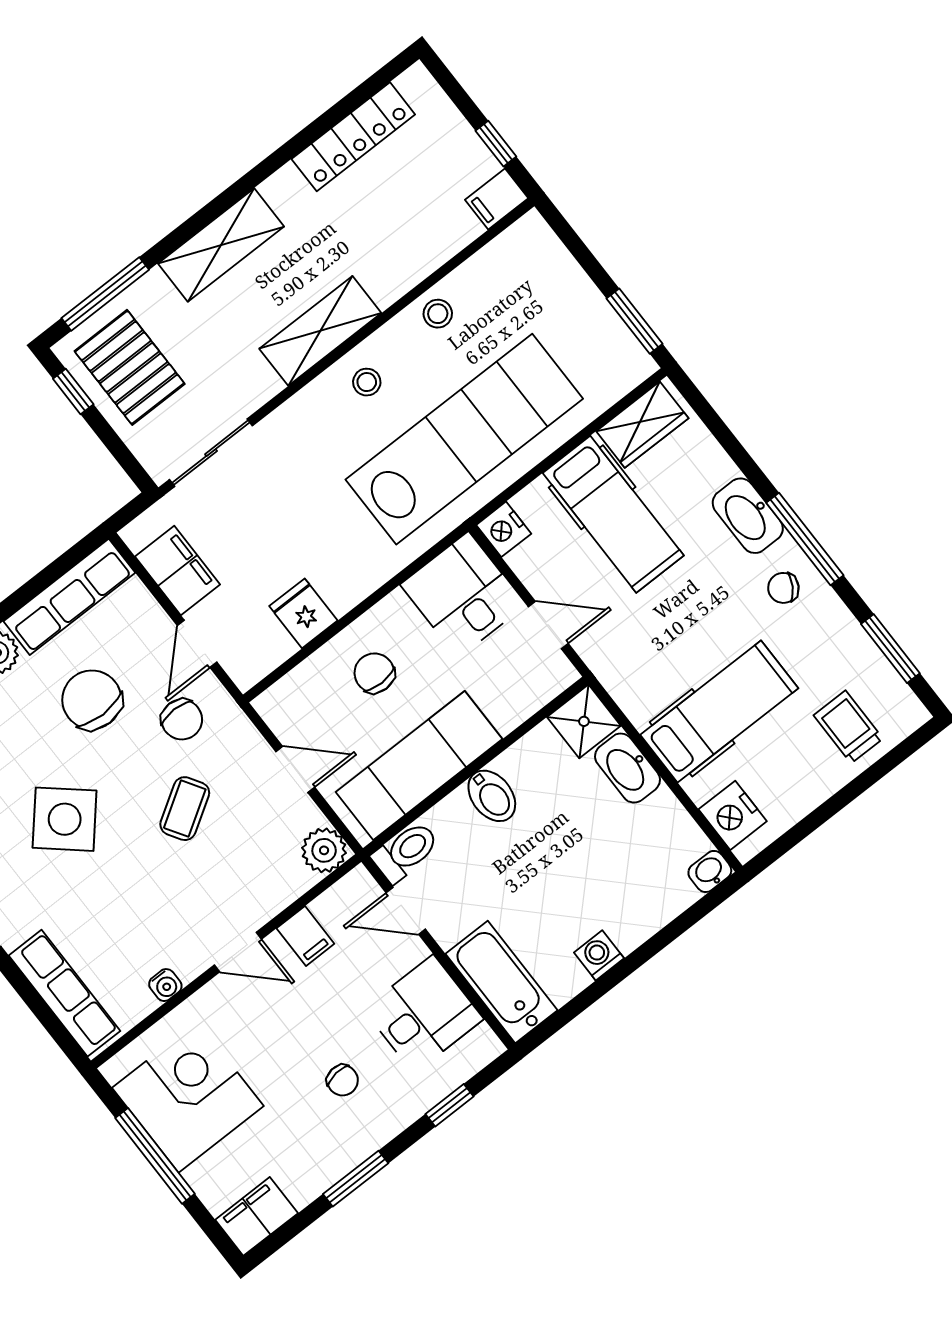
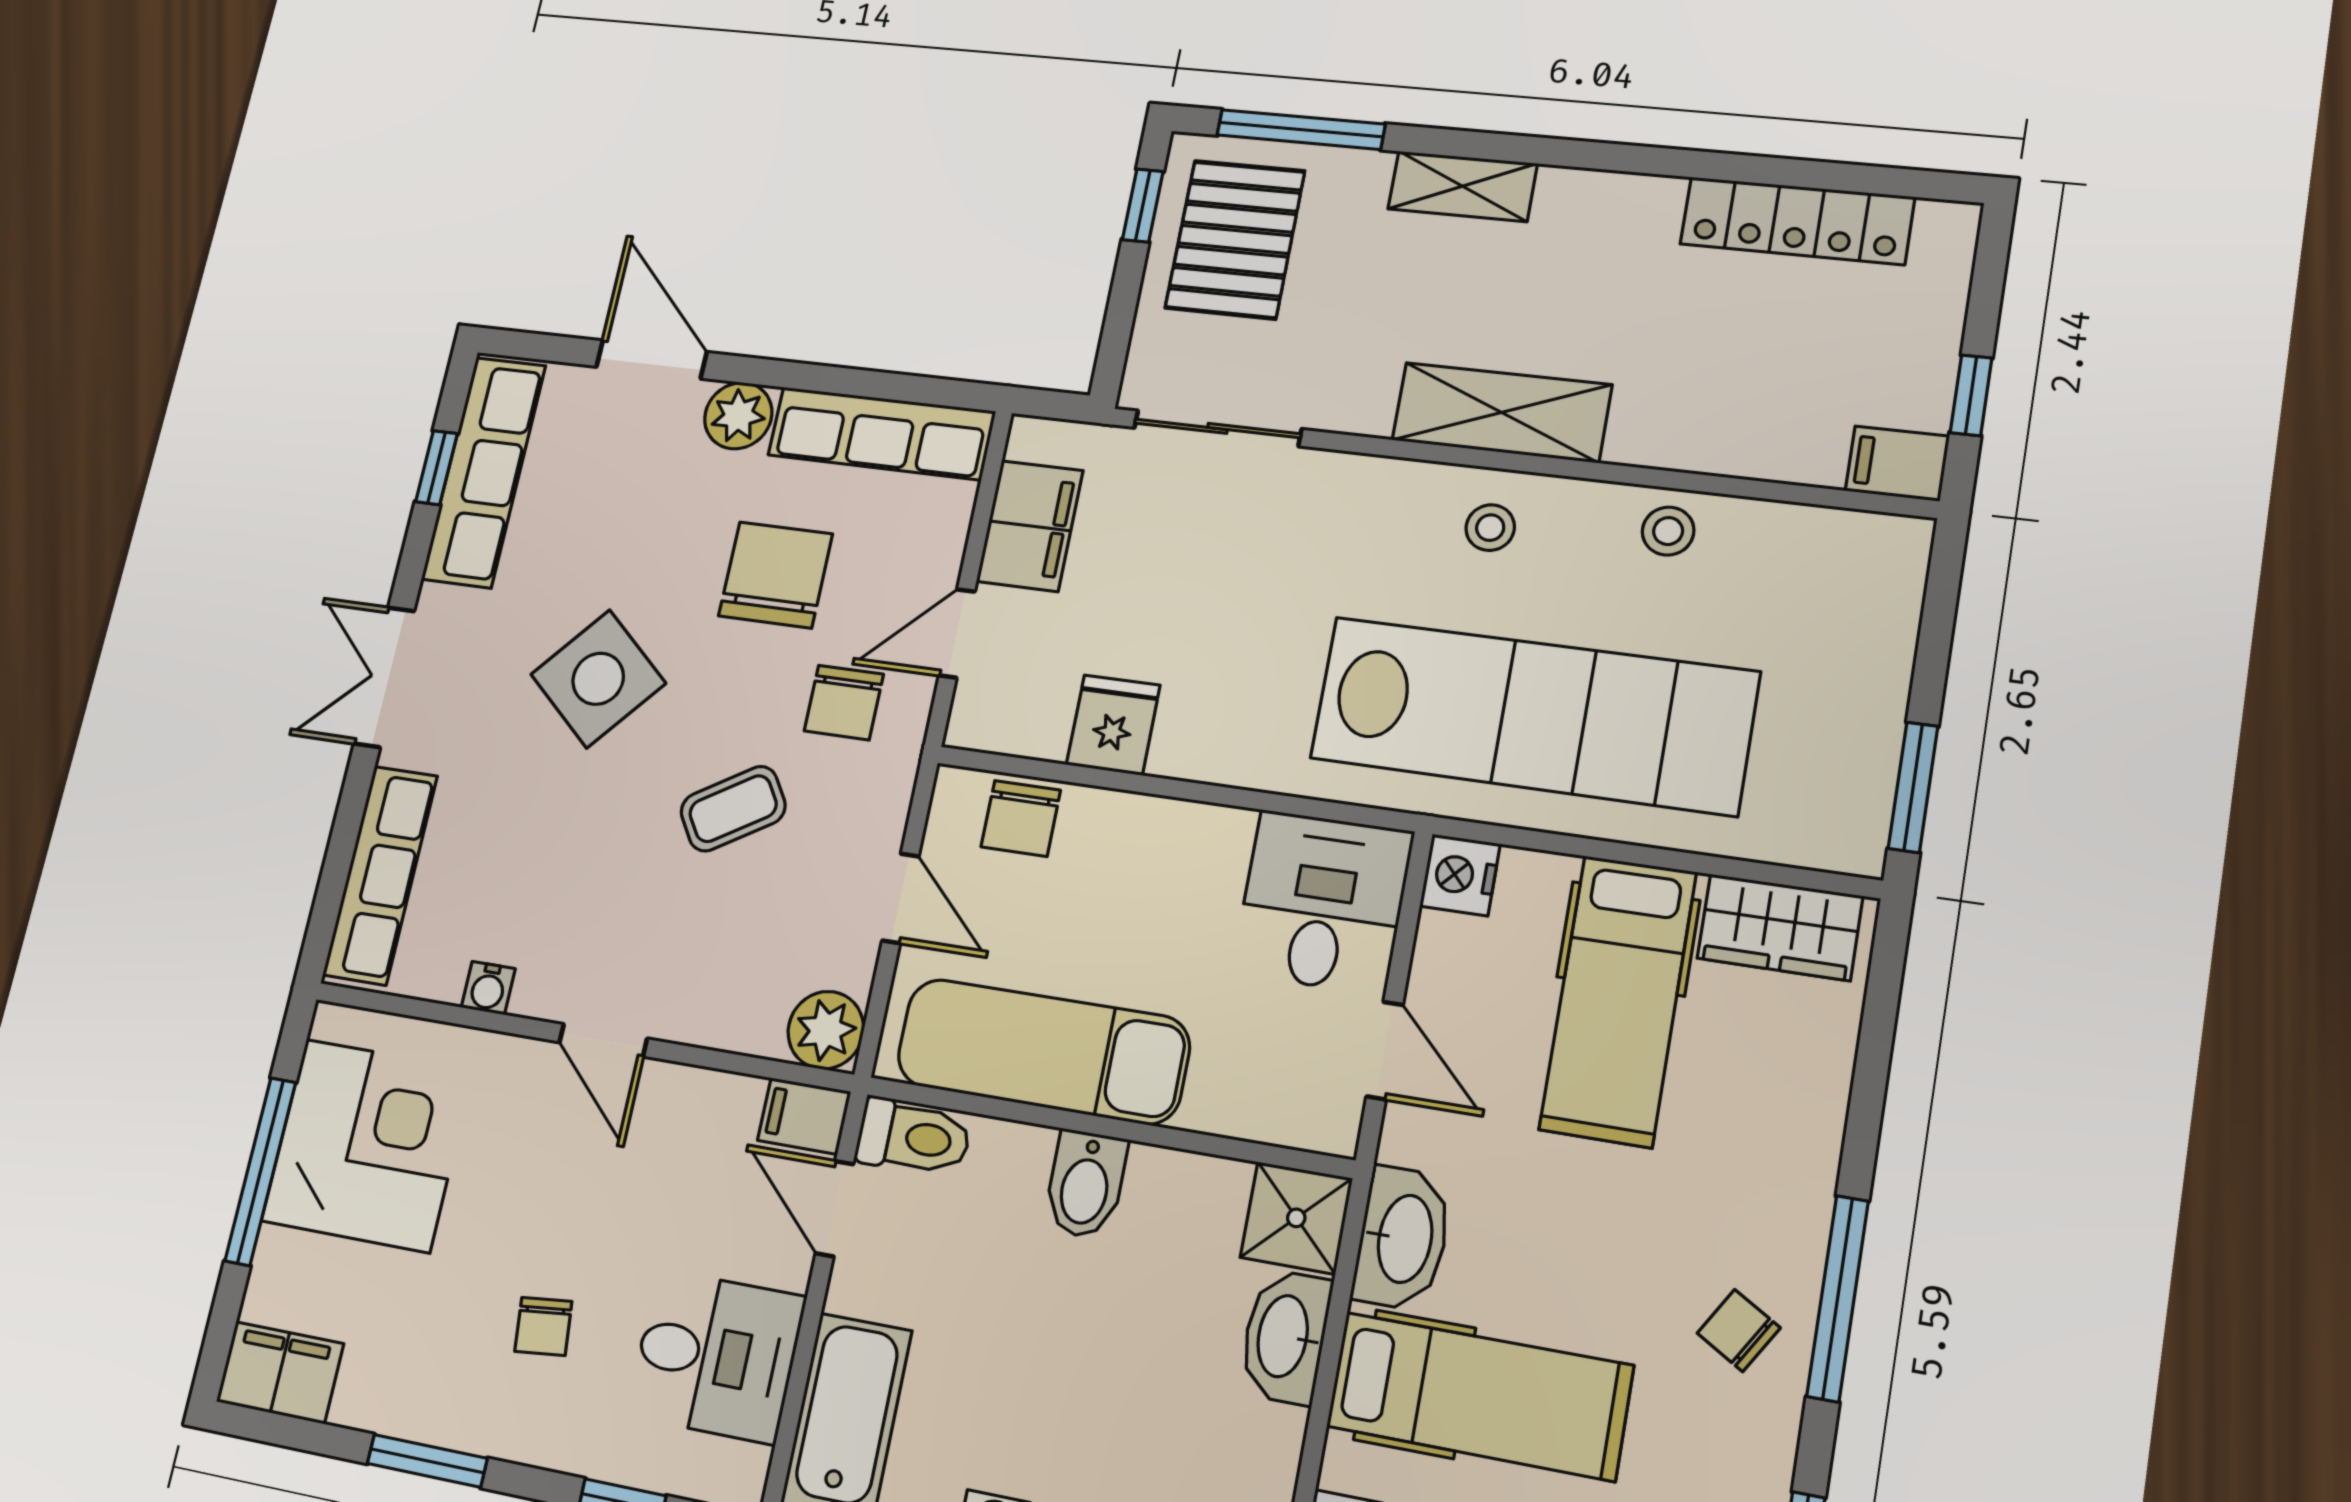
shelving: (221, 245) -> (1462, 186), width x0.67, depth x0.75
washbasin: (748, 516) -> (1403, 1238), moved, turned 180
chair: (374, 673) -> (1021, 818), moved, turned 180
filing cabinet: (305, 936) -> (804, 1116), moved, turned 90

